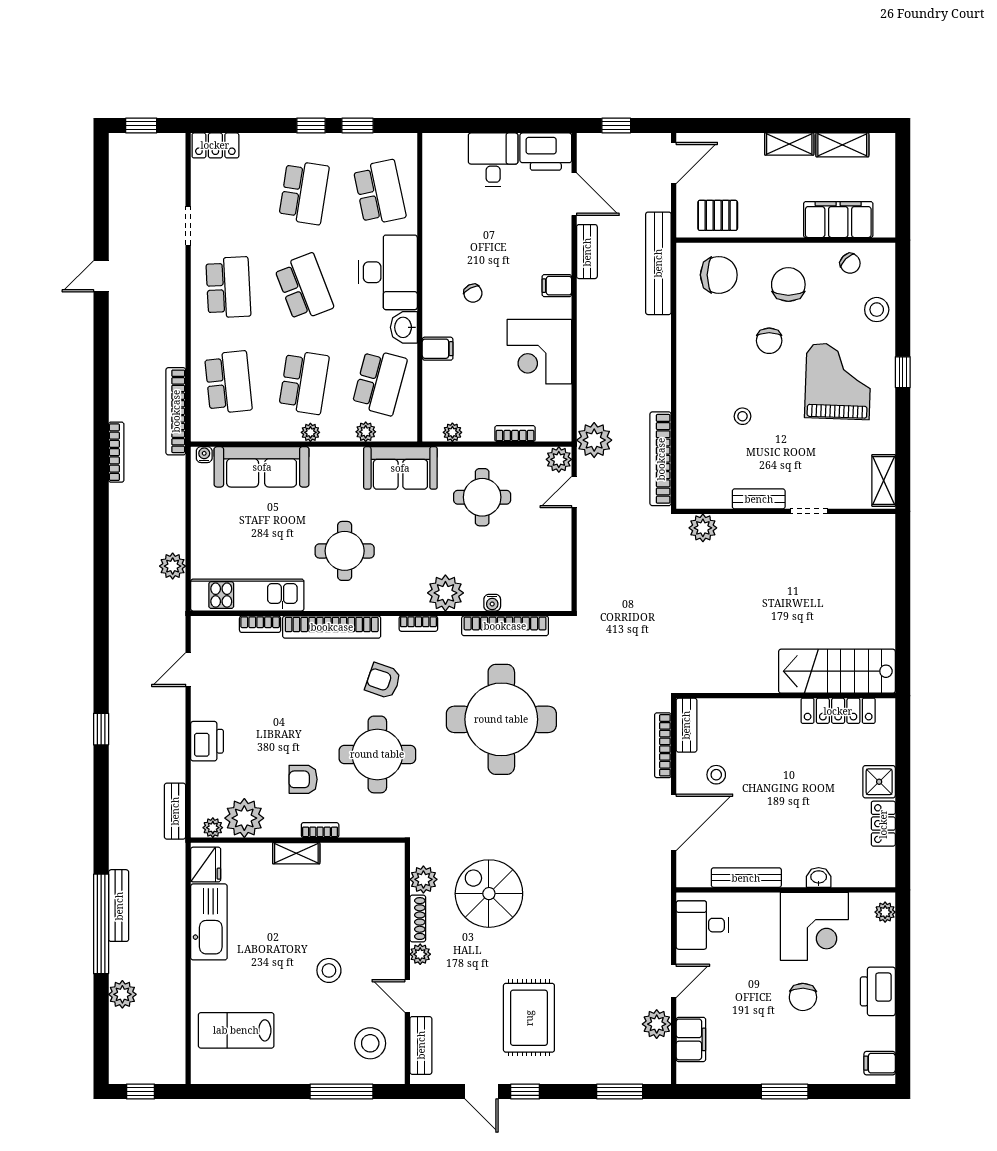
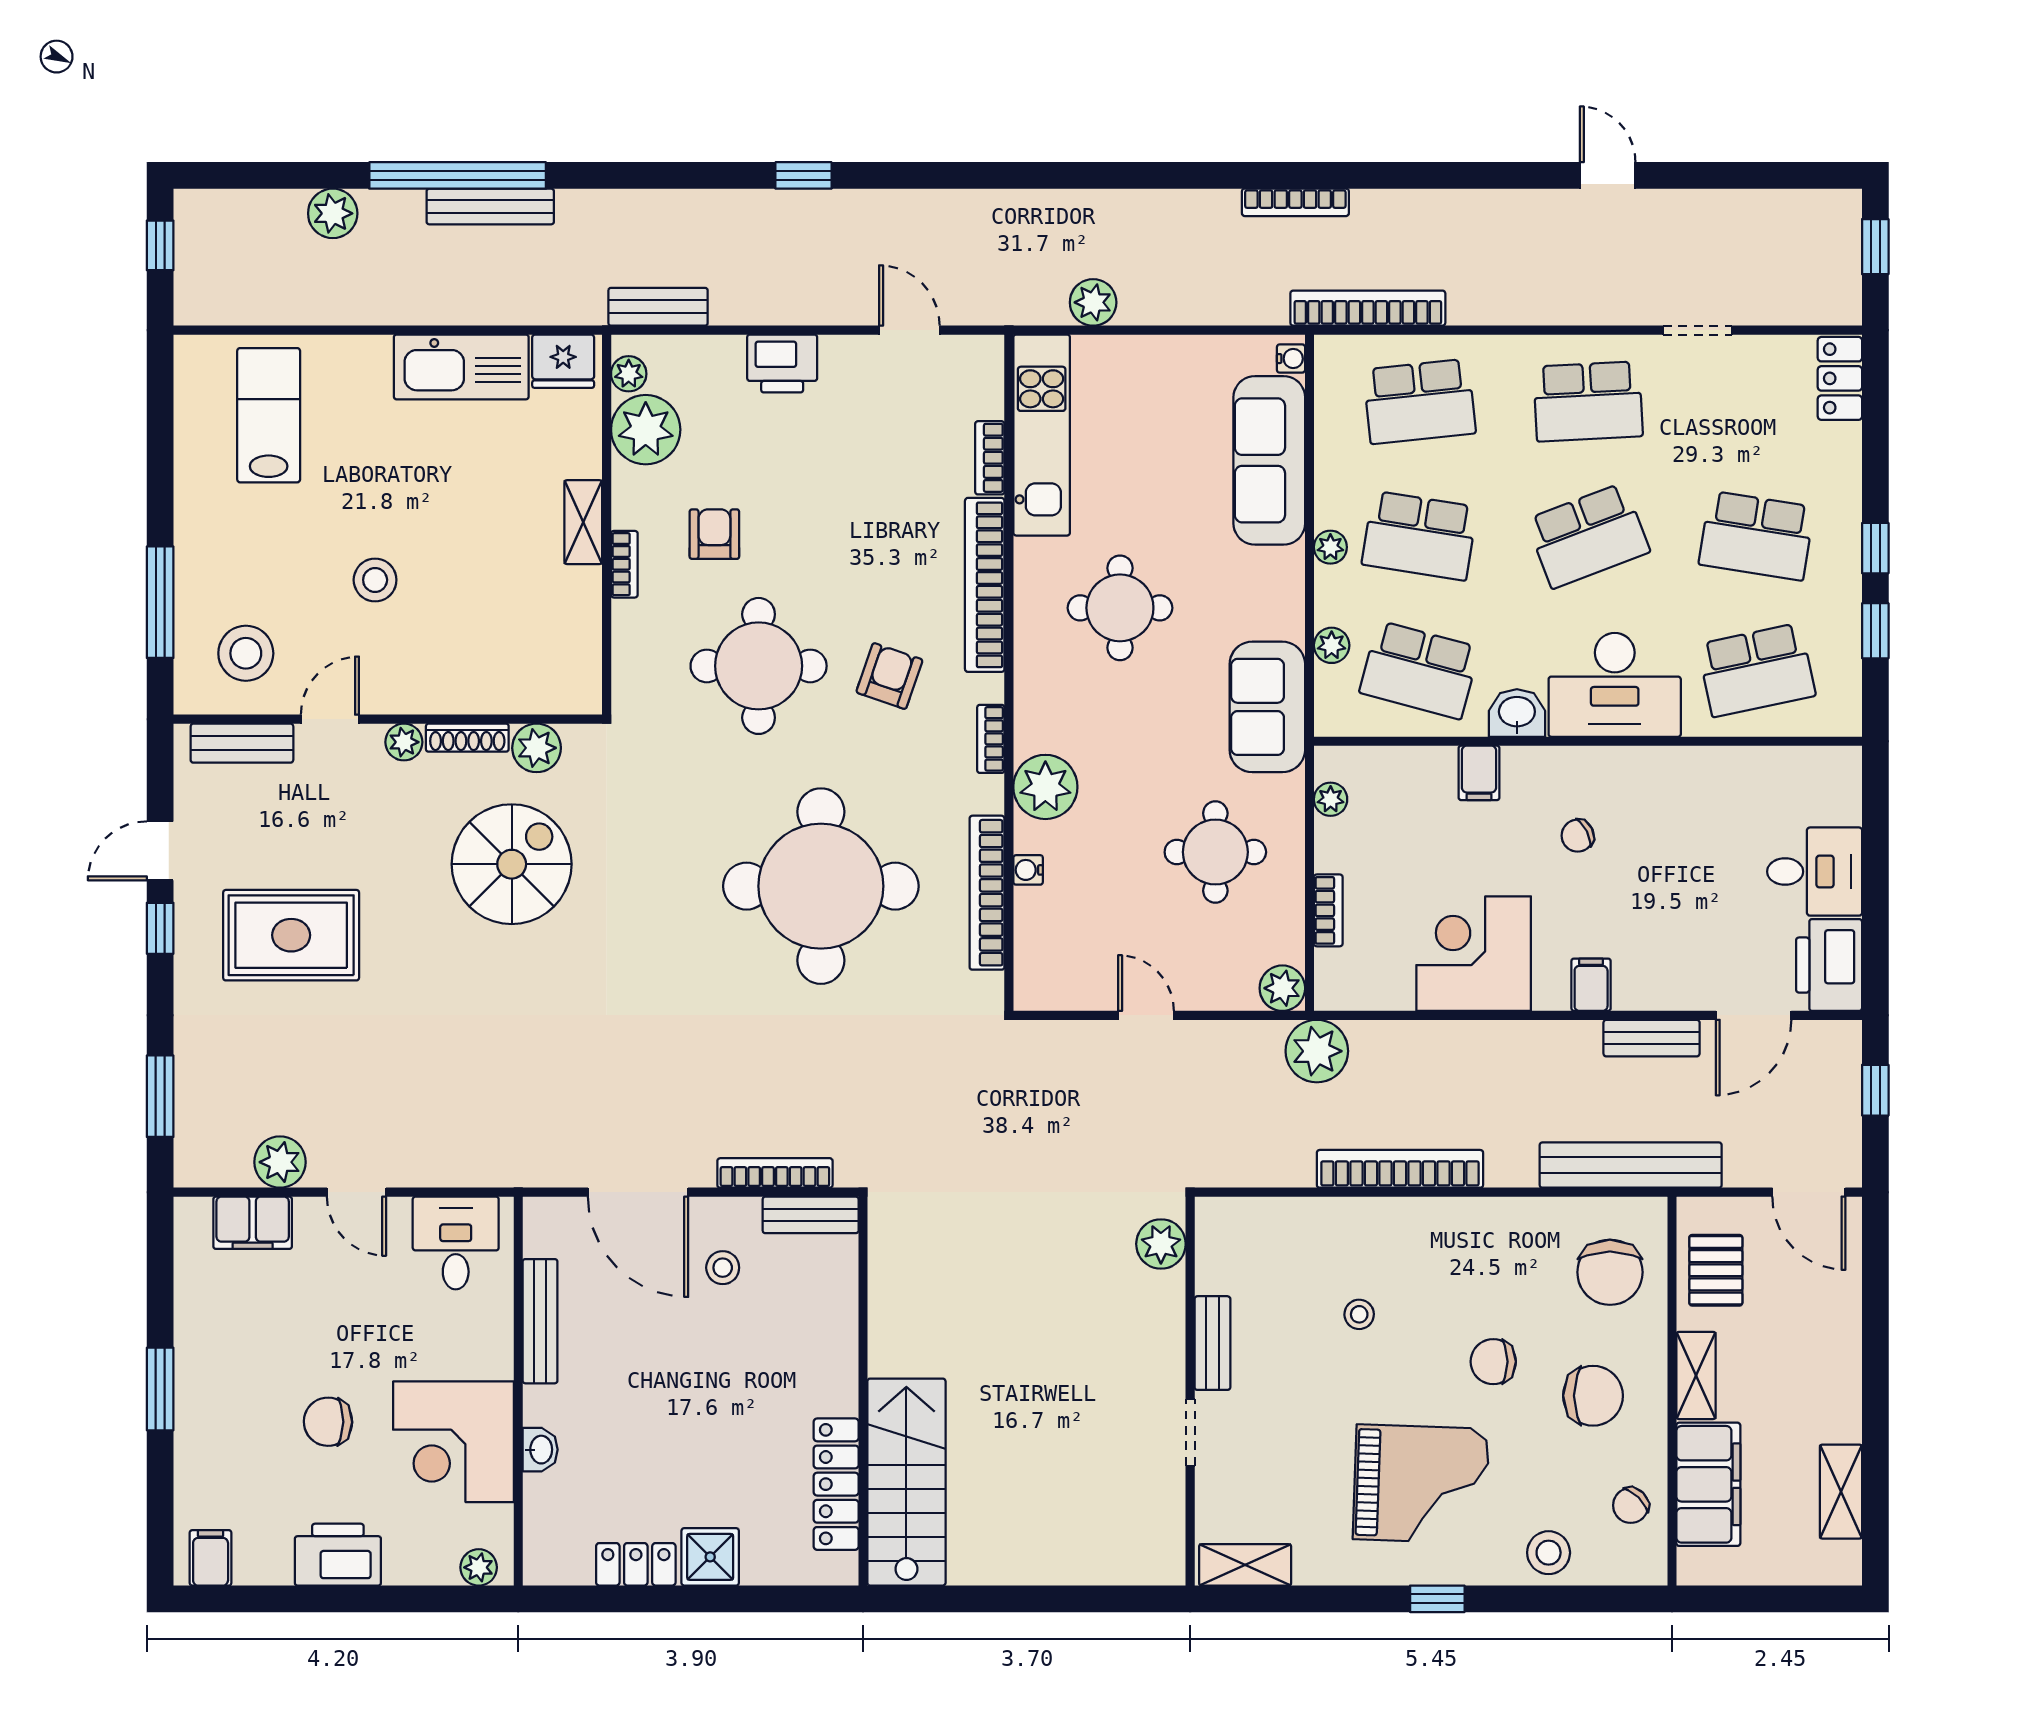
shelving: (789, 144) -> (1696, 1375), moved
bookcase: (661, 459) -> (1400, 1169), moved
door: (574, 492) -> (1146, 1015), moved

